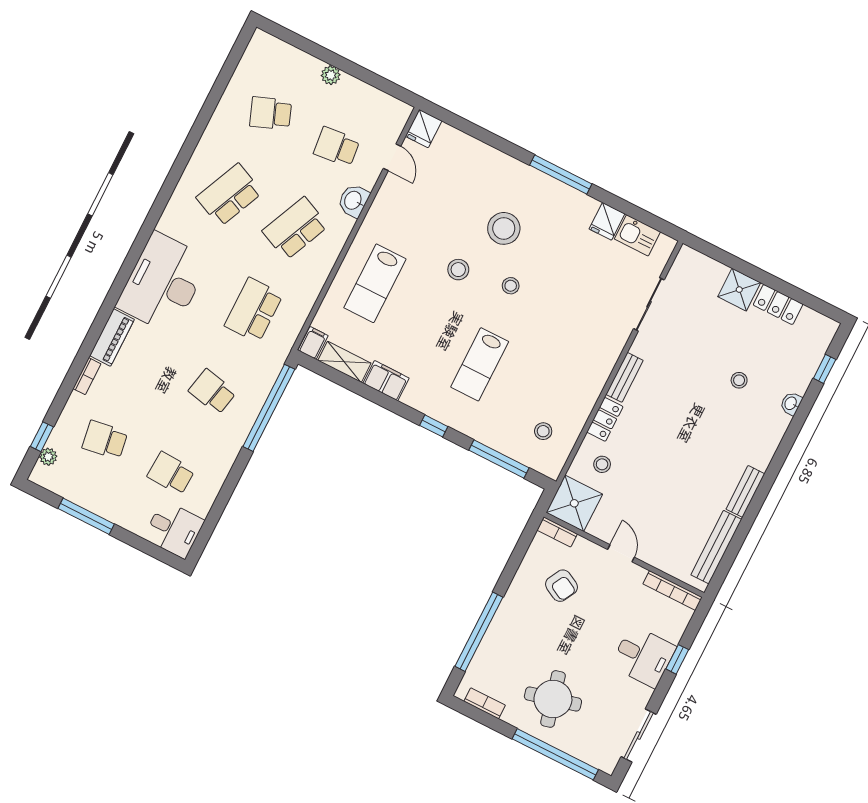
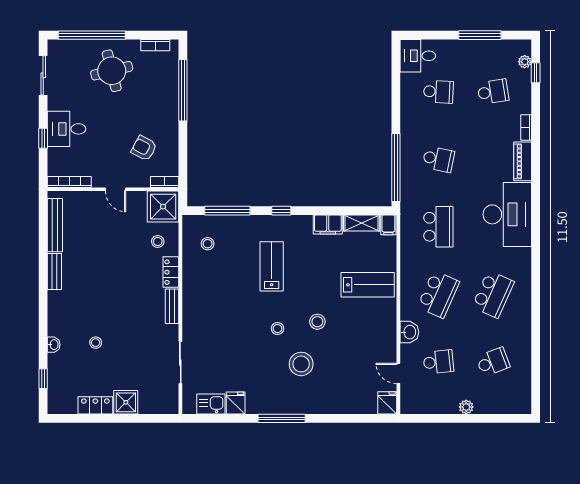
lab bench: (375, 283) -> (368, 285), turned 90

